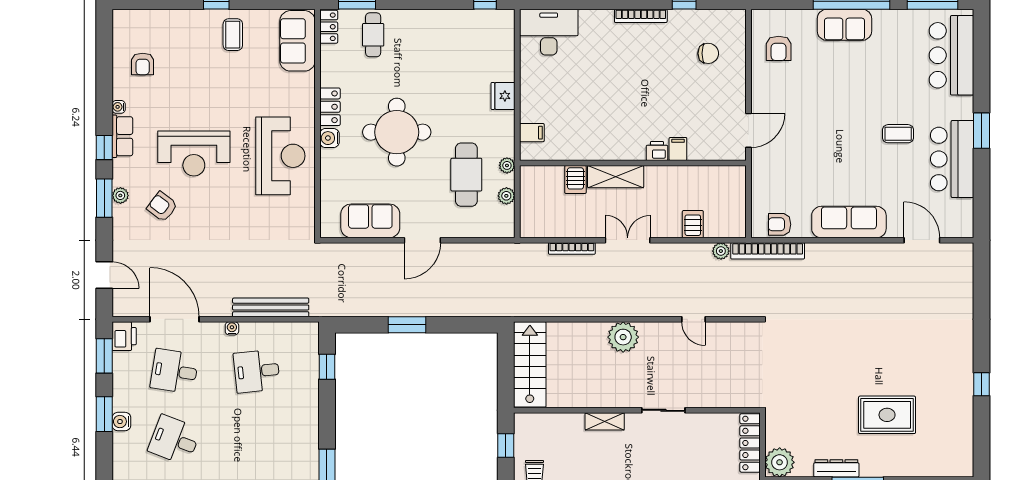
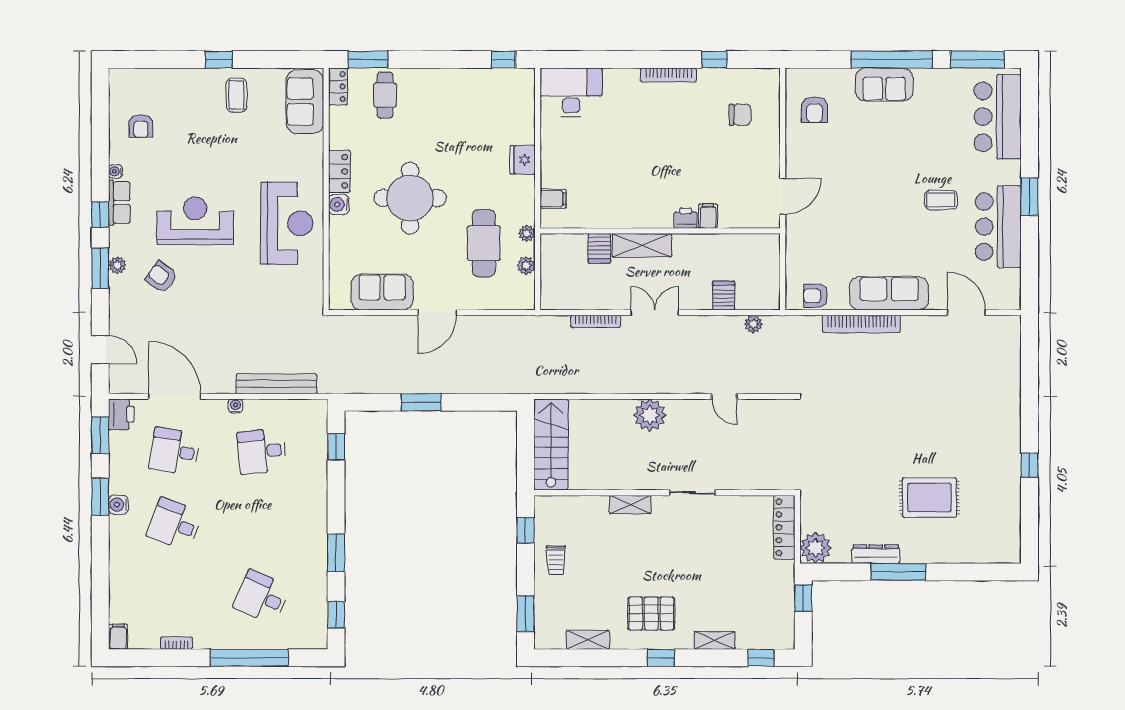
reception desk: (194, 153) -> (195, 221), turned 180
bookcase: (768, 251) -> (861, 324), moved

